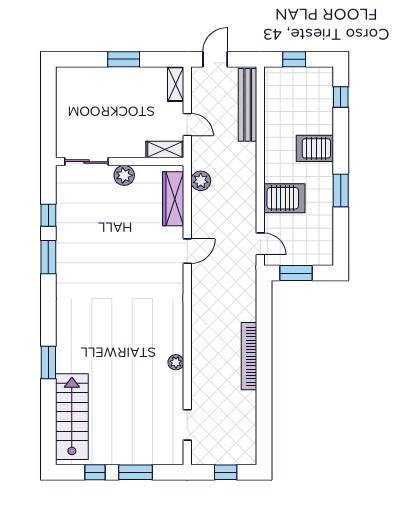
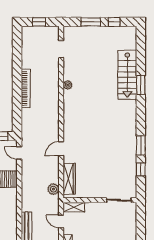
plant: (124, 175) -> (97, 192), removed
stairs: (72, 417) -> (127, 75), moved

